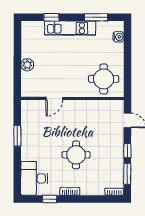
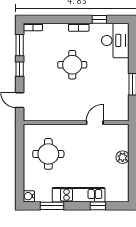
water cooler: (118, 37) -> (29, 196), moved
round table: (104, 79) -> (48, 154), moved

